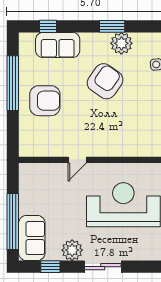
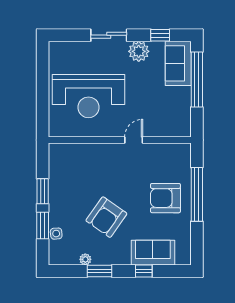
window: (48, 26) -> (144, 271), moved
plant: (121, 43) -> (85, 259), width x0.53, depth x0.53
window: (13, 83) -> (197, 194), moved

